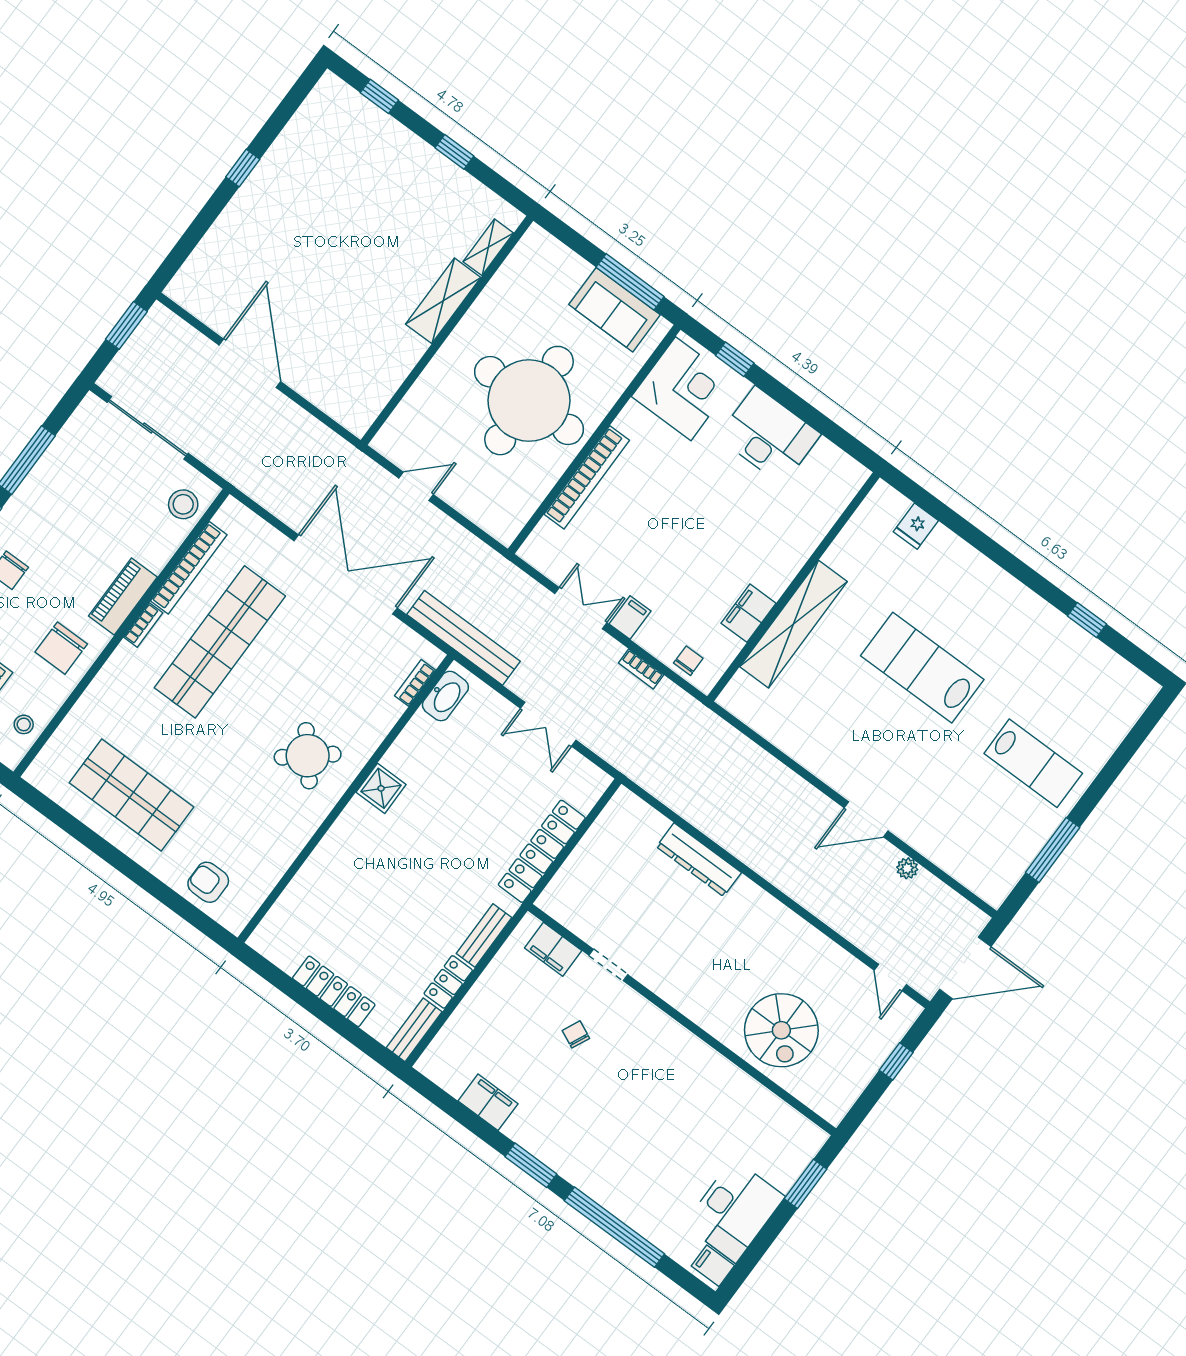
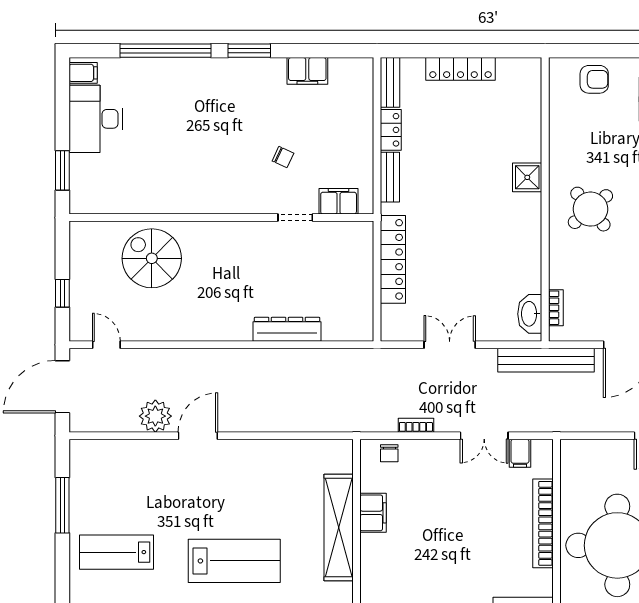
filing cabinet: (630, 618) -> (520, 453), moved
shower: (381, 788) -> (527, 177), moved
plant: (907, 868) -> (155, 416), width x1.87, depth x1.87

